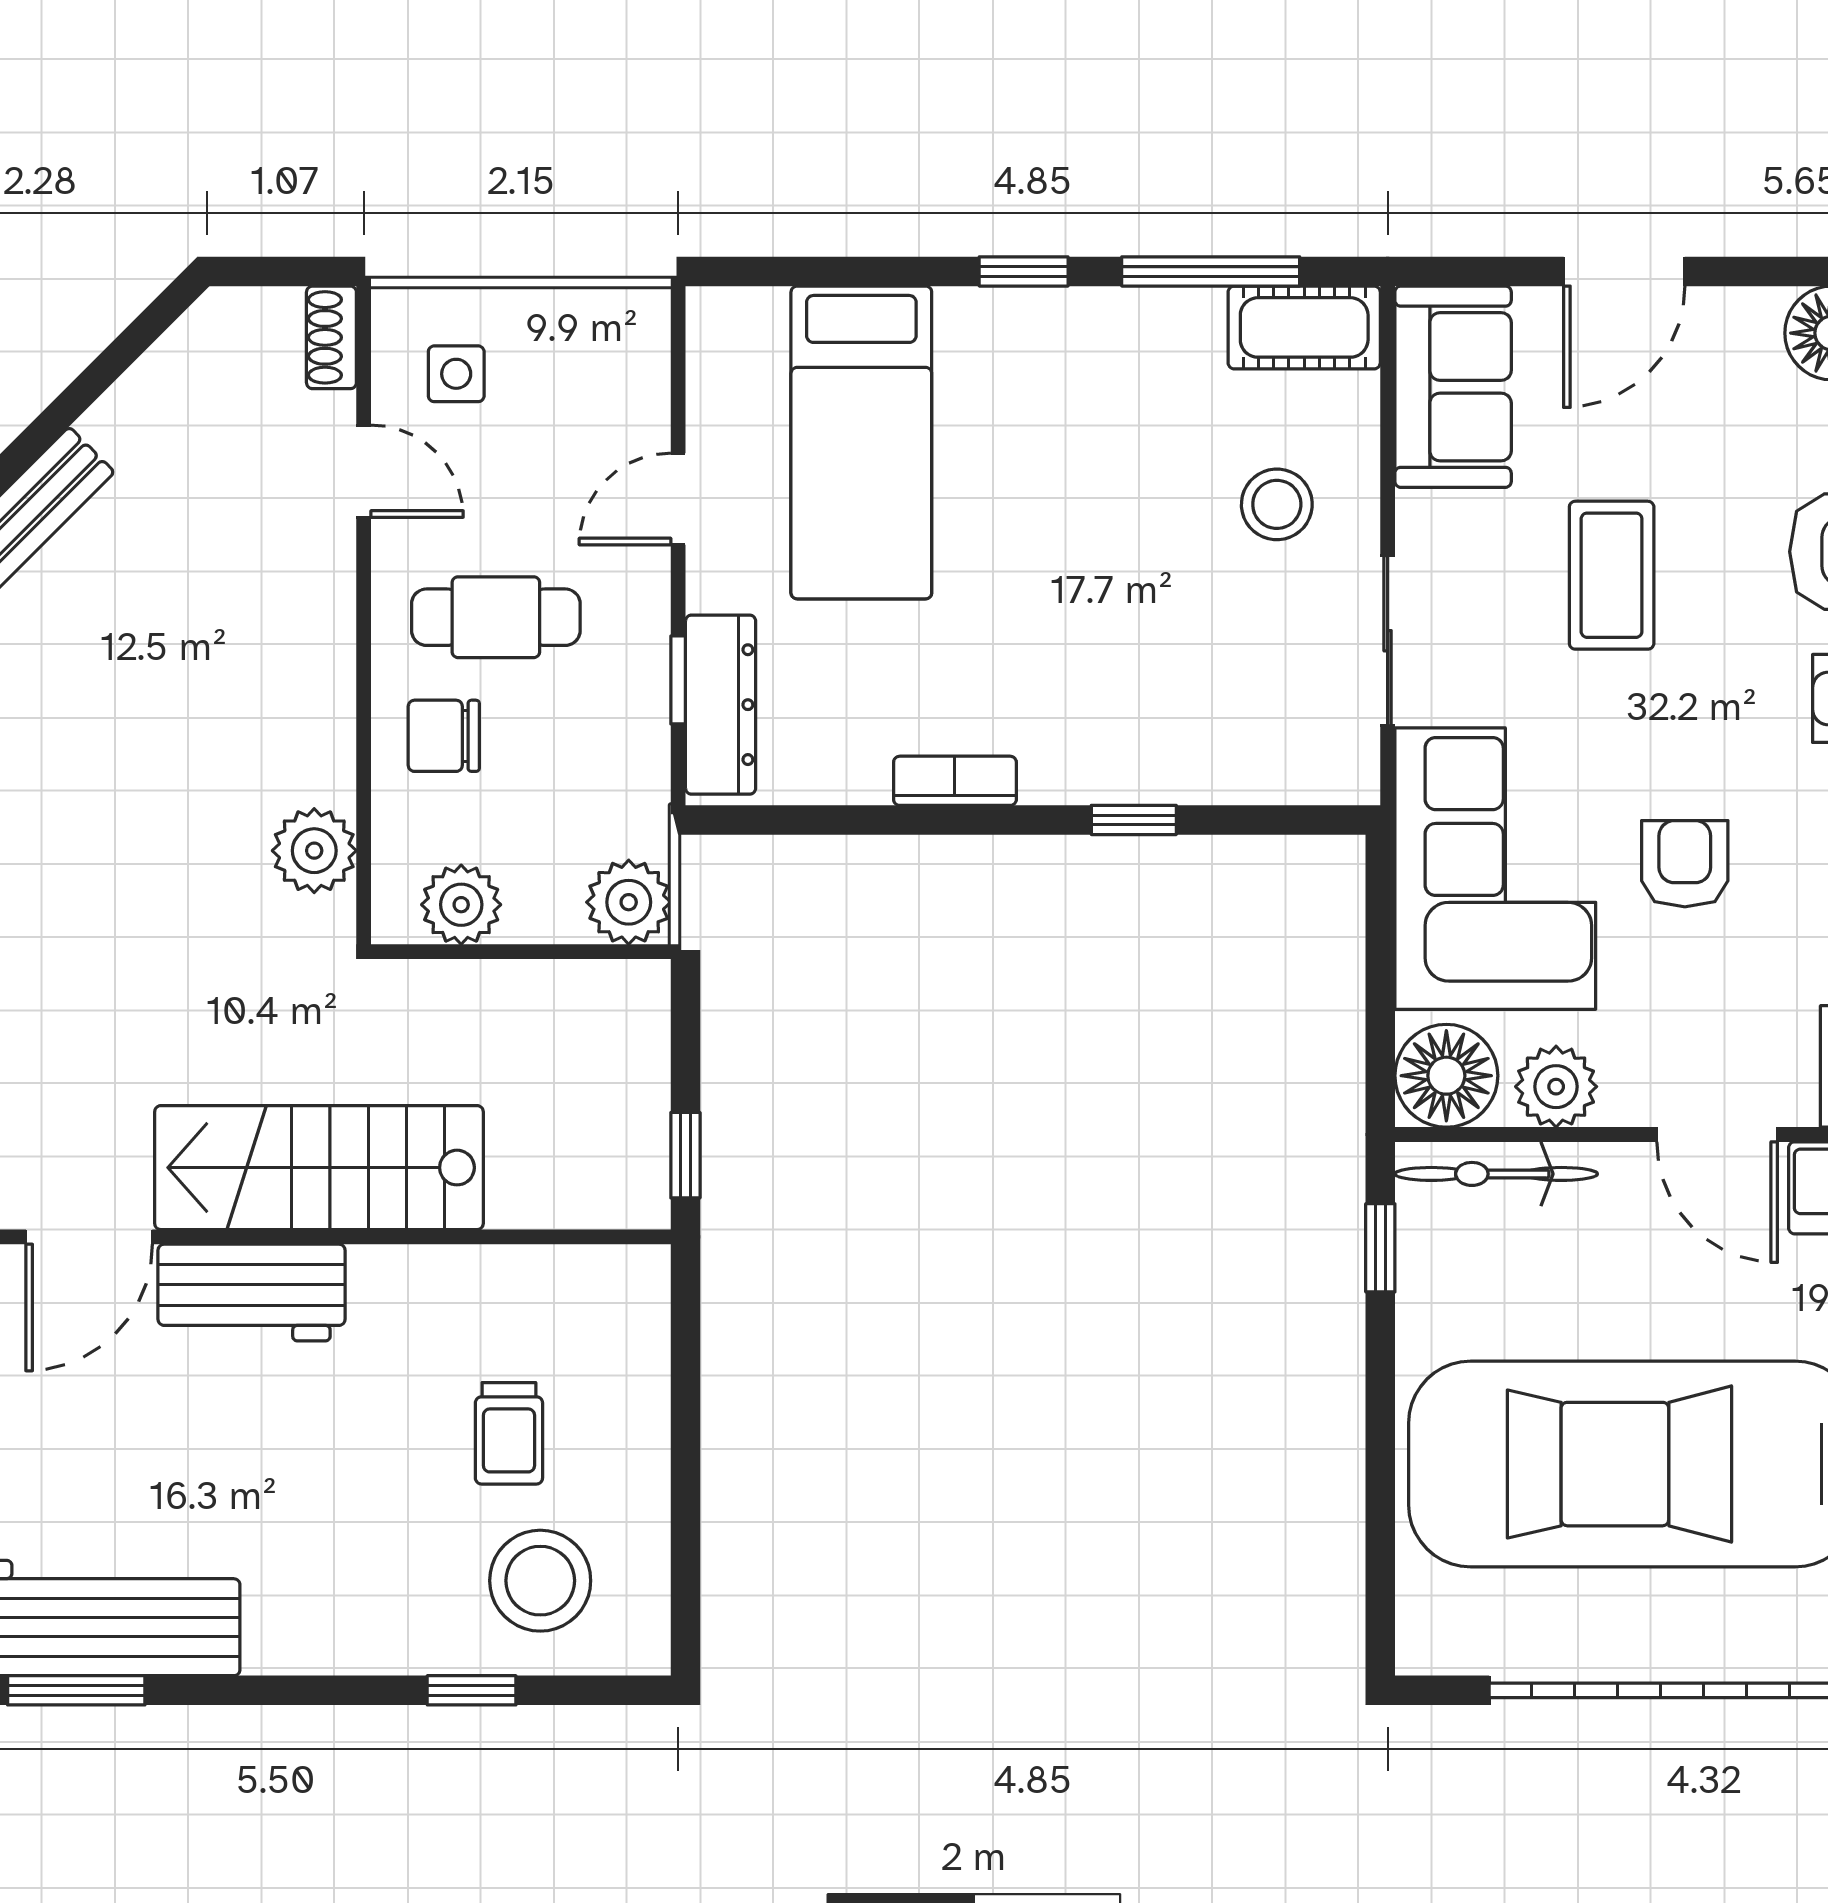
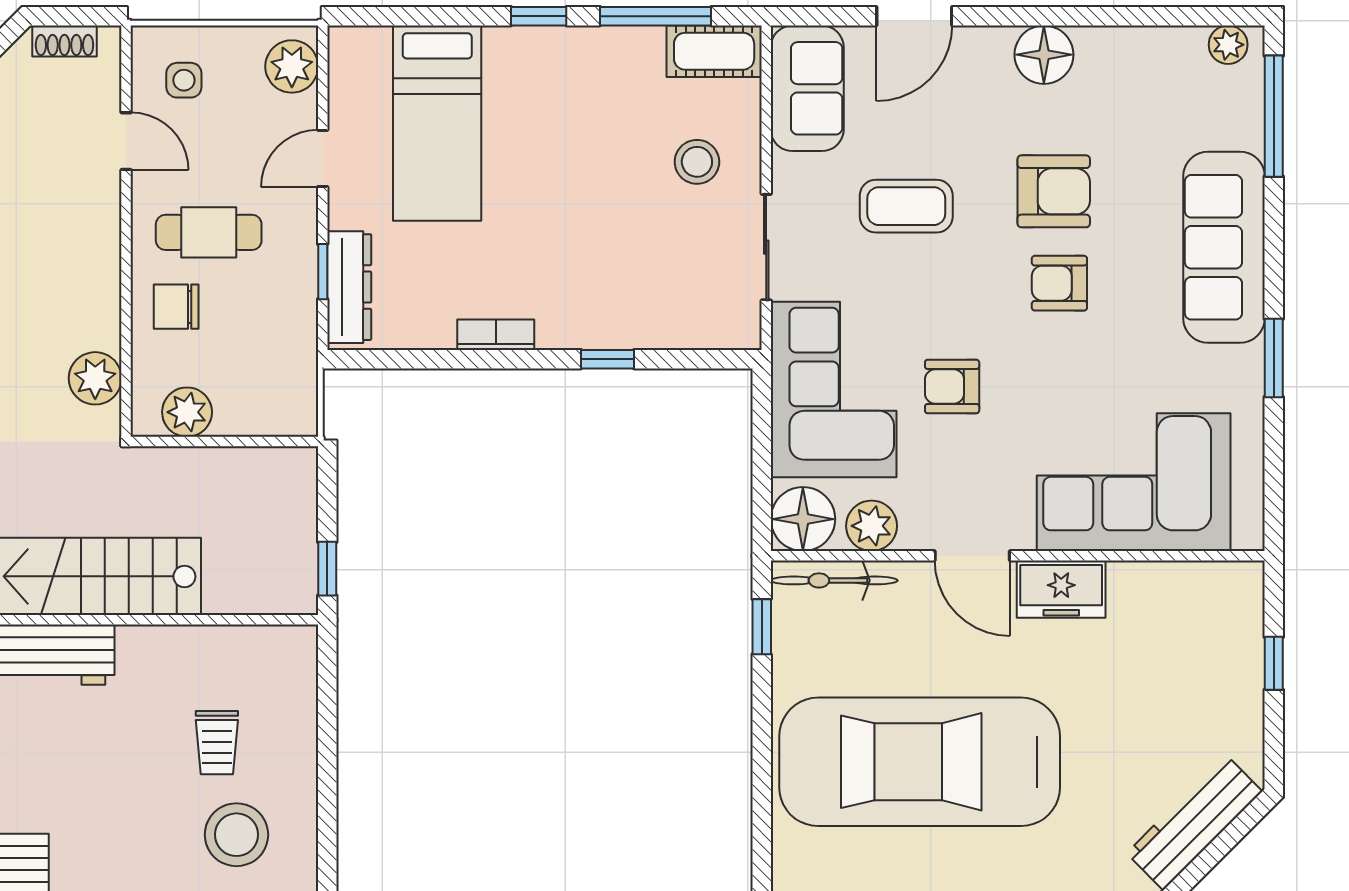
shoe rack: (331, 337) -> (64, 41), moved, turned -90
coffee table: (1612, 575) -> (906, 206), turned 90
armchair: (1685, 864) -> (952, 386), turned -90
plant: (629, 902) -> (292, 66), moved

